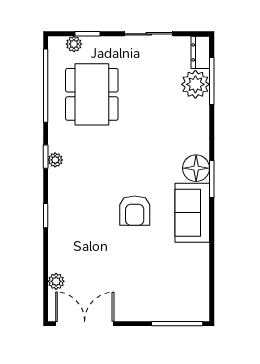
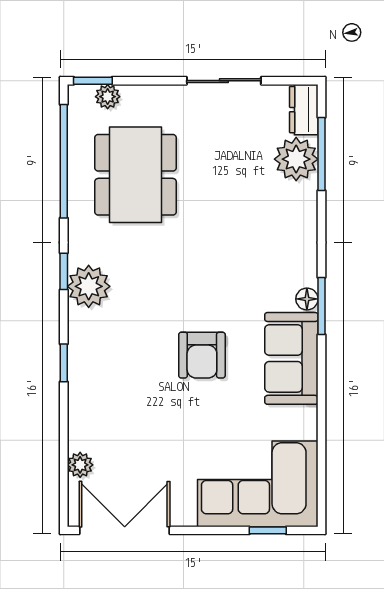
window: (87, 34) -> (93, 81), moved
plant: (55, 160) -> (89, 286), width x1.87, depth x1.87
floor lamp: (196, 168) -> (307, 299), width x0.53, depth x0.53
corner sofa: (171, 294) -> (258, 484), added
window: (177, 324) -> (268, 530), width x0.46

